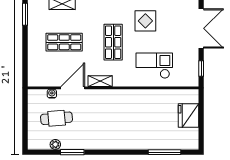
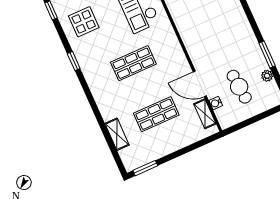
display table: (145, 21) -> (84, 22), moved
shop shelf: (64, 42) -> (156, 114), turned 90
shelving: (100, 81) -> (205, 114), moved

